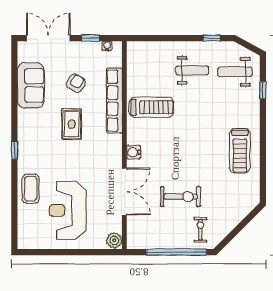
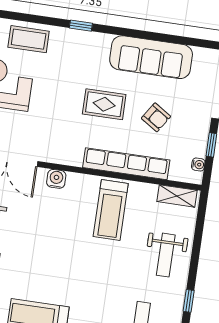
shelving: (133, 59) -> (177, 196), added
weight bench: (192, 70) -> (166, 255), moved
sofa: (31, 85) -> (151, 57), width x1.36

